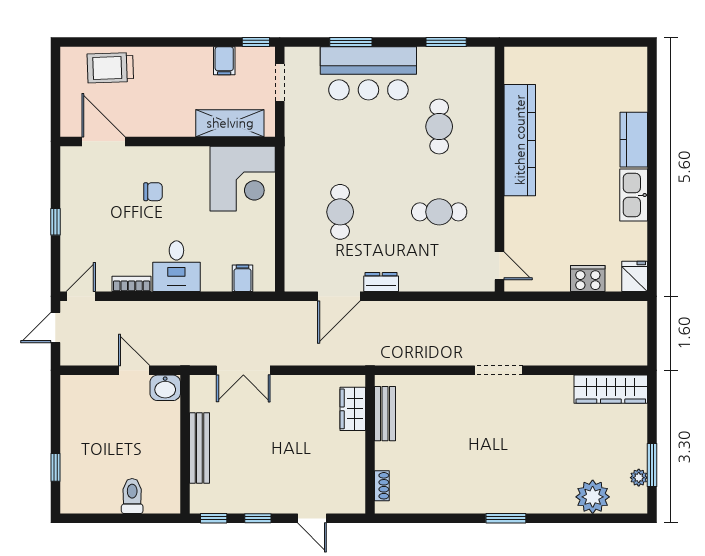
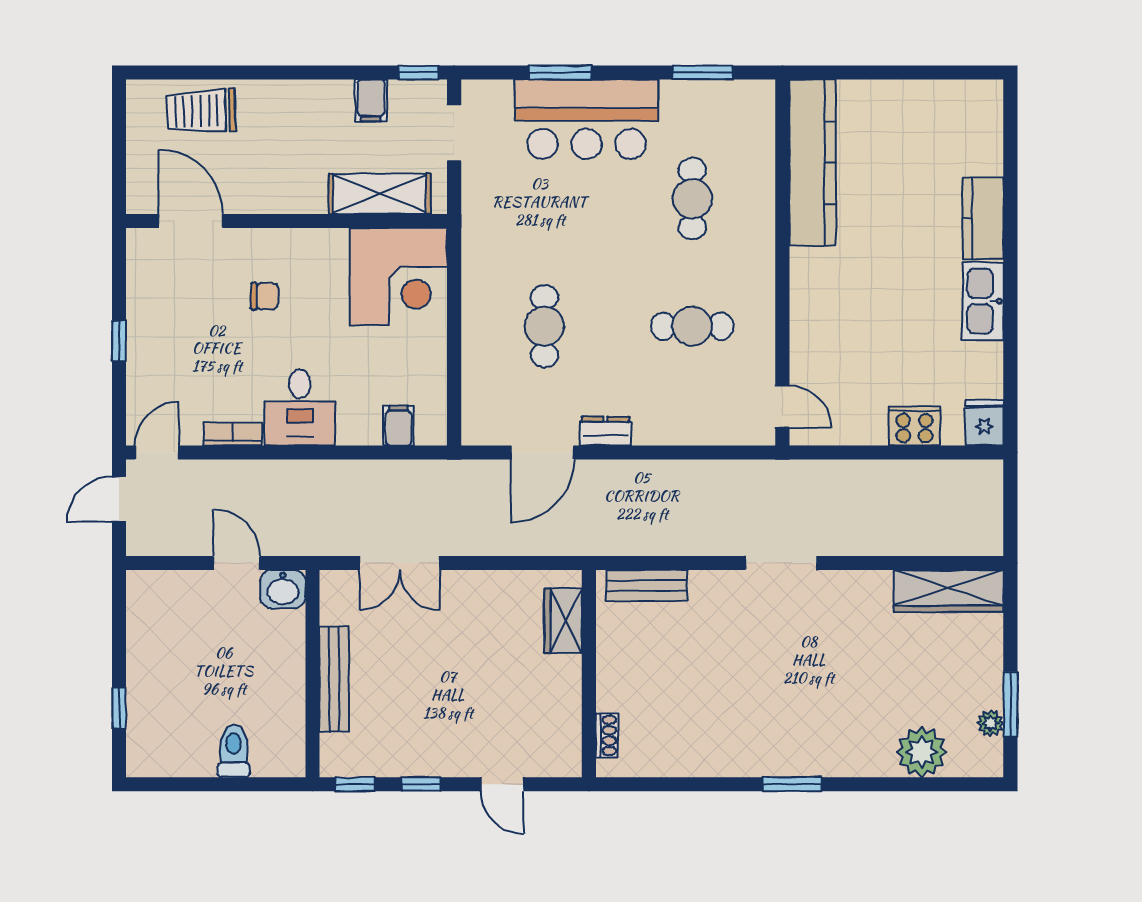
kitchen counter: (520, 140) -> (813, 163), moved
bench: (385, 414) -> (647, 585), moved, turned 90

